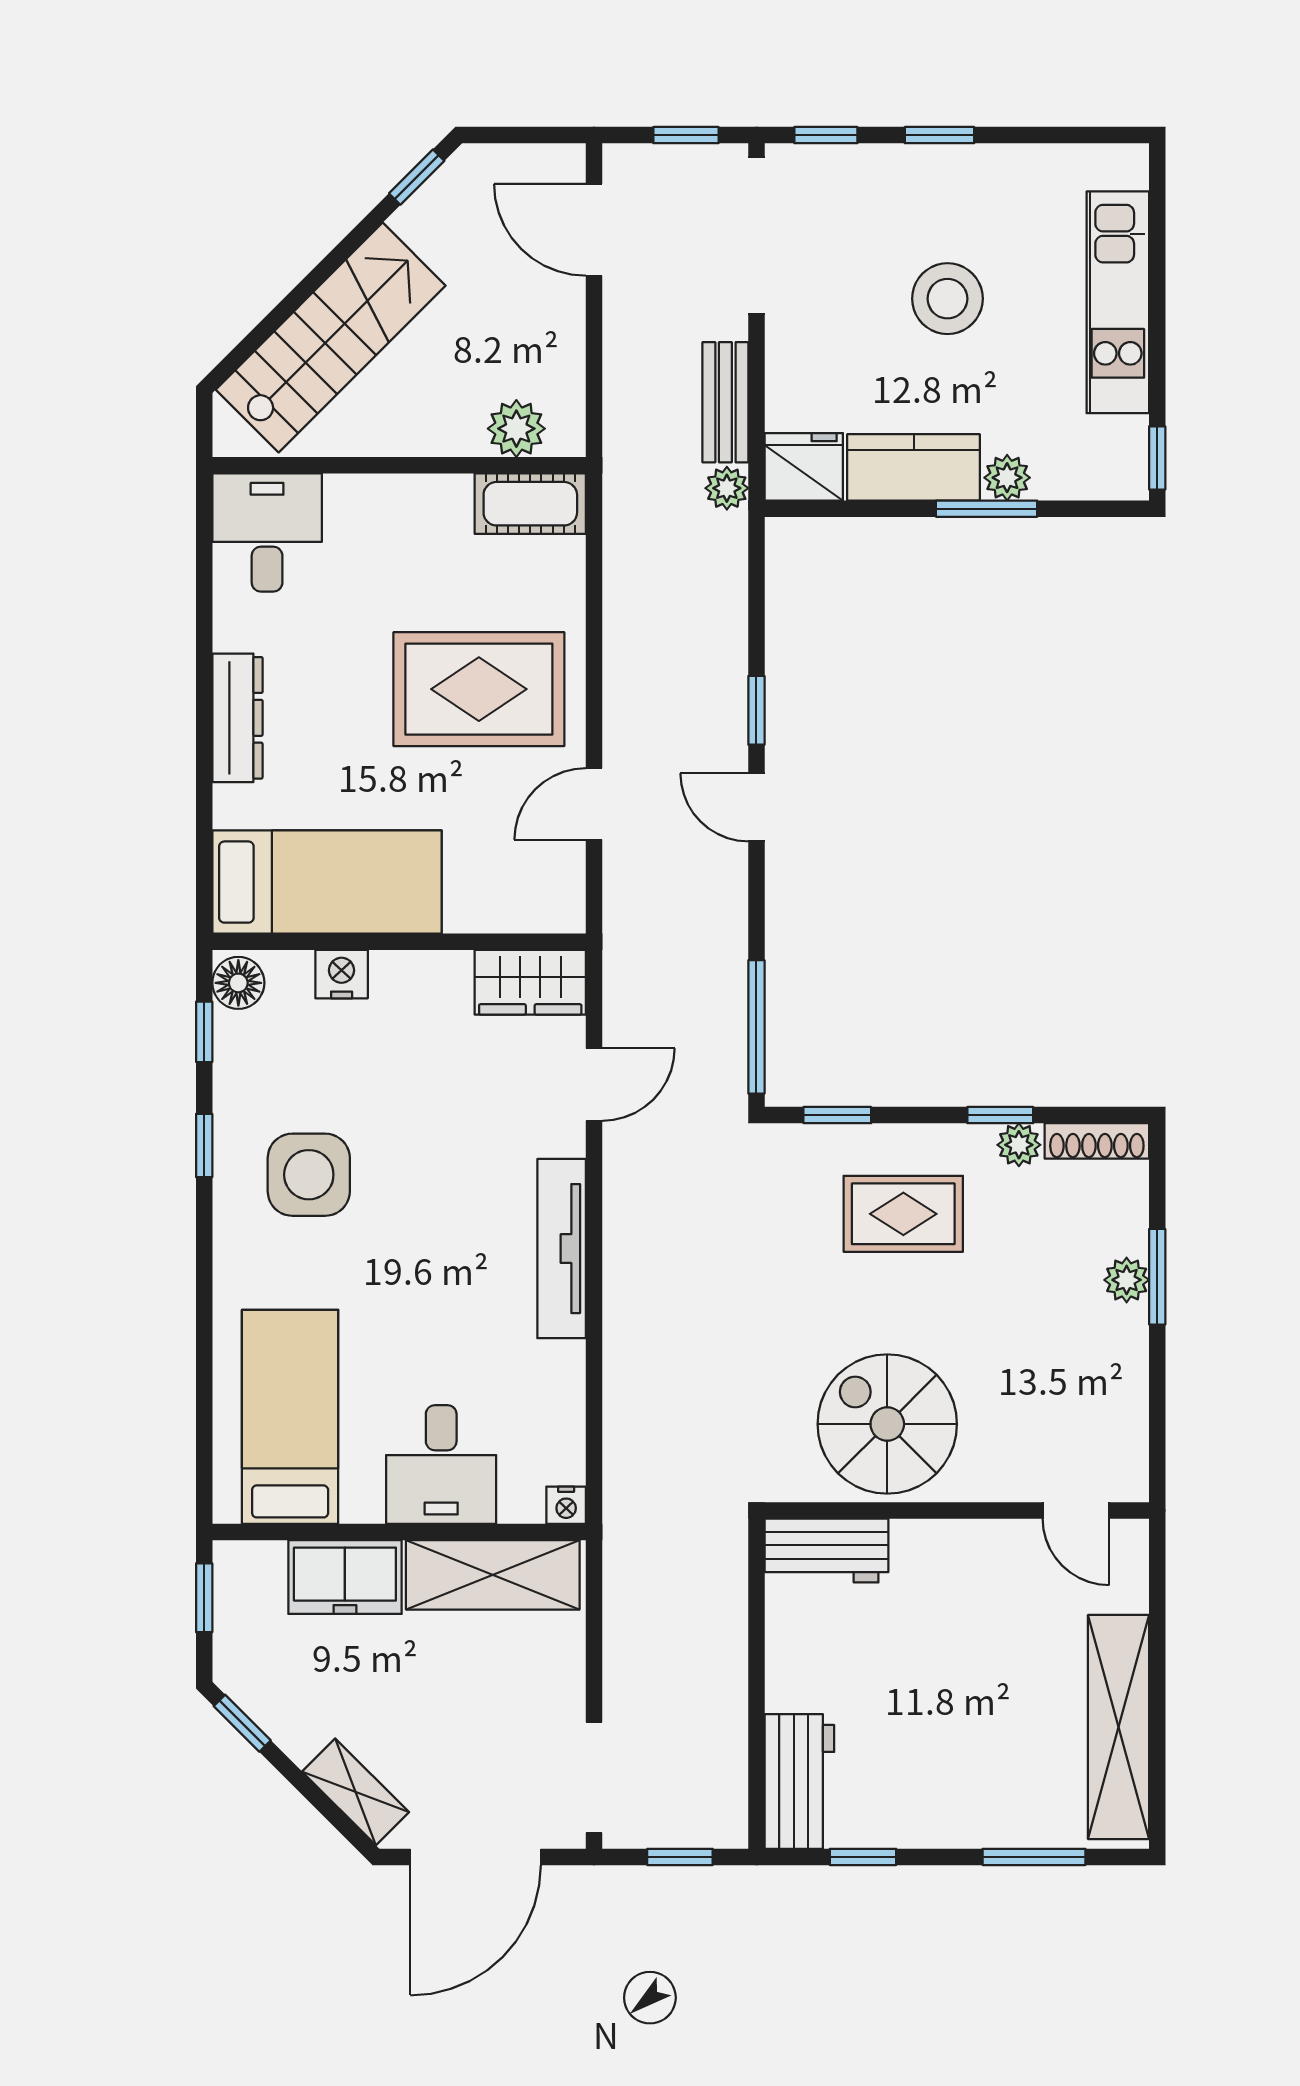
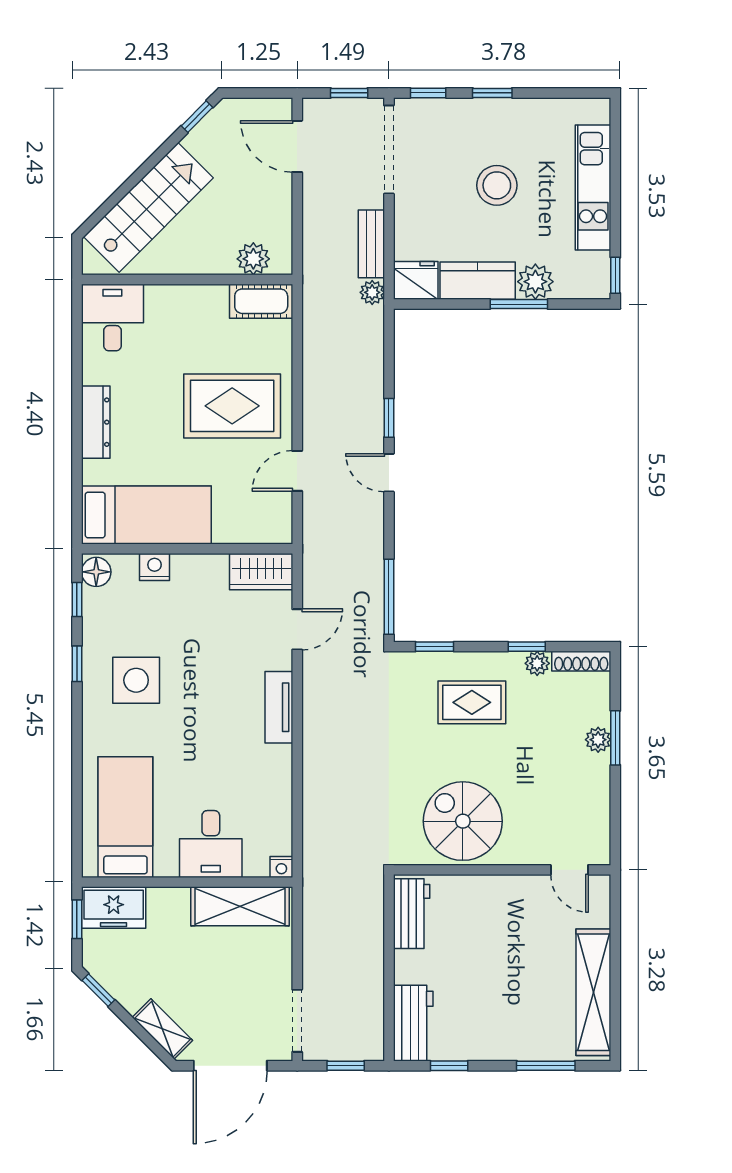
plant: (1007, 478) -> (535, 282), width x1.38, depth x1.38
tv unit: (562, 1249) -> (279, 707), width x0.71
workbench: (826, 1550) -> (412, 914), moved, turned -90
freezer: (345, 1577) -> (114, 908), moved

